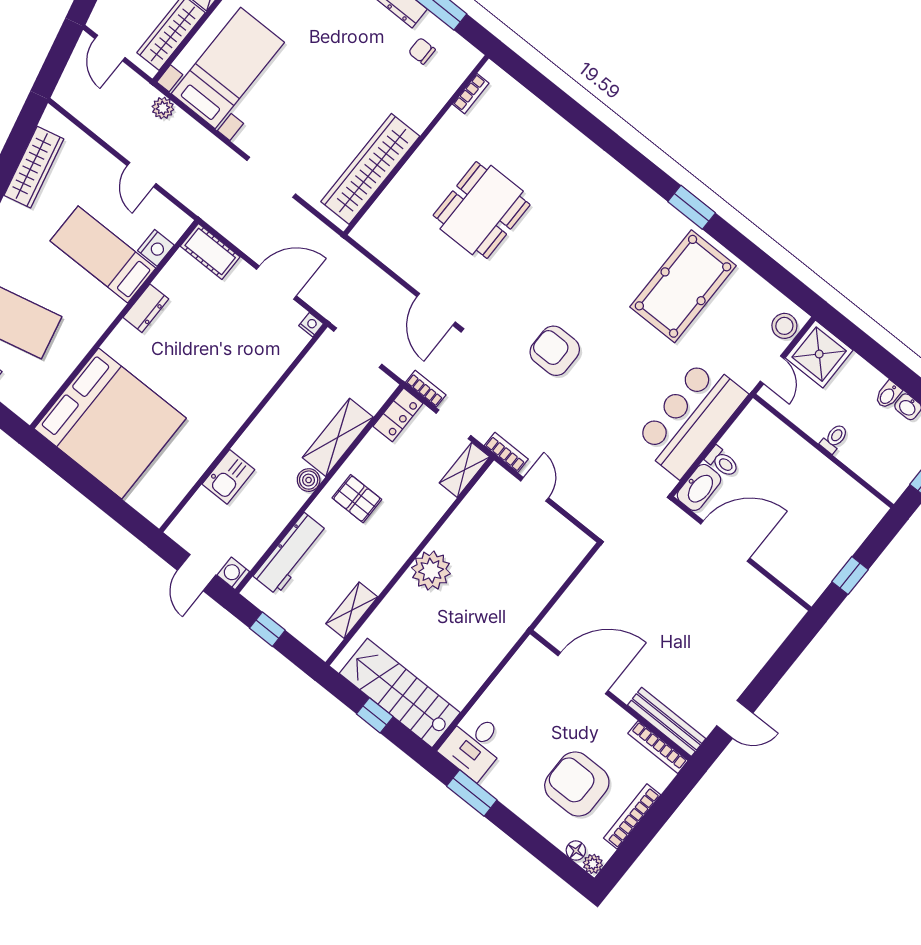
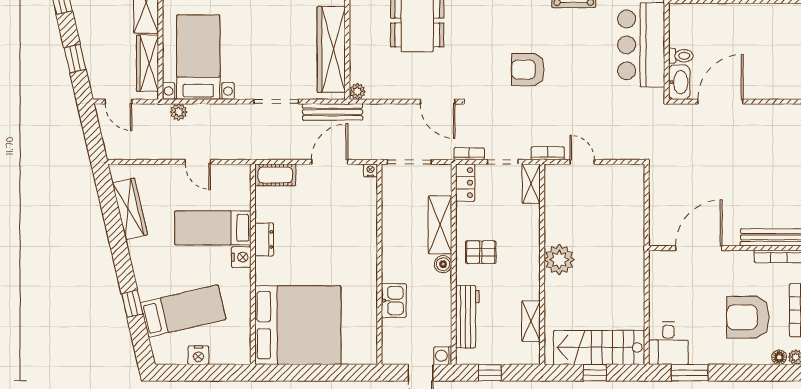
plant: (362, 233) -> (357, 91), added
bench: (320, 234) -> (333, 112), added
nightstand: (156, 248) -> (241, 257), moved

